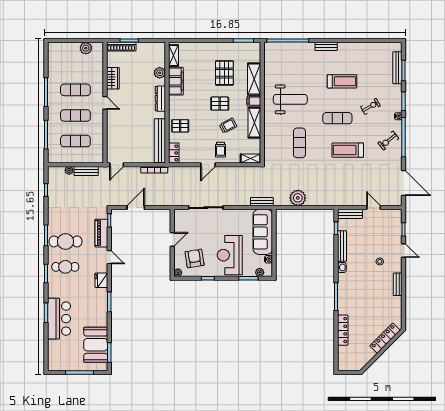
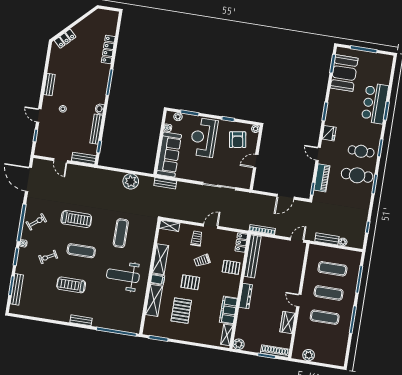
plant: (160, 73) -> (239, 344), moved
trolley: (228, 126) -> (202, 260), moved
reception desk: (230, 255) -> (204, 137), turned 180
locker: (385, 338) -> (65, 39), width x0.66

